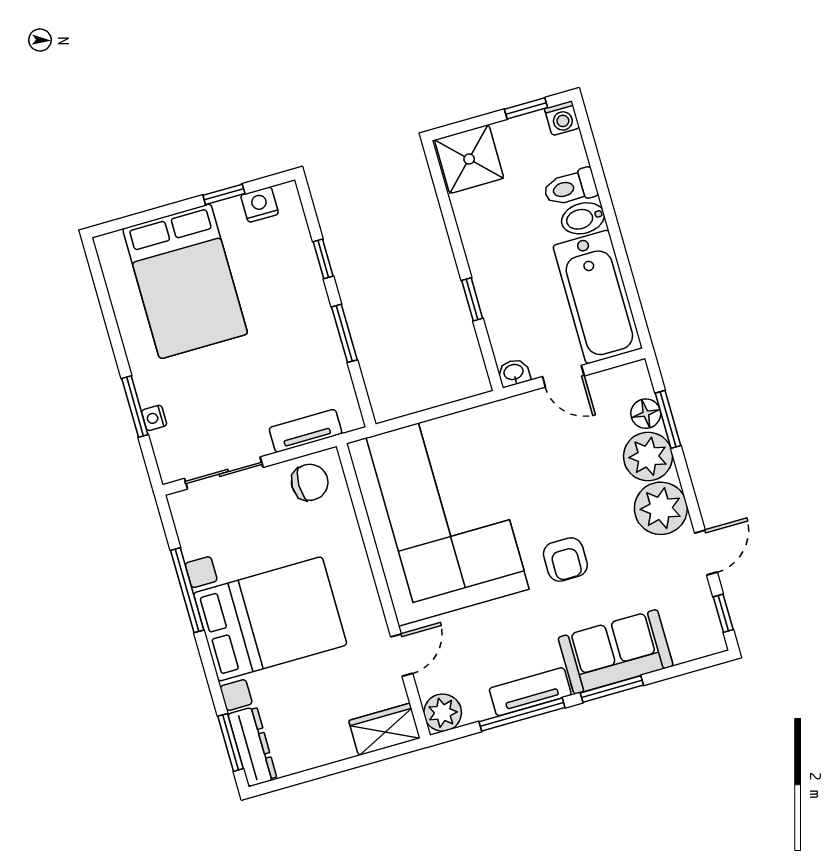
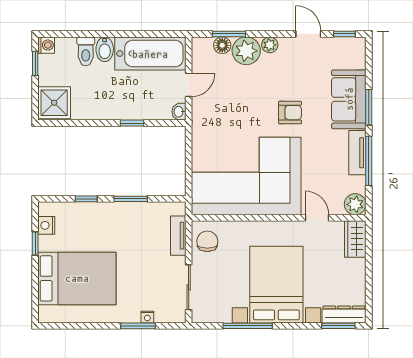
plant: (661, 508) -> (270, 45), width x0.53, depth x0.53

